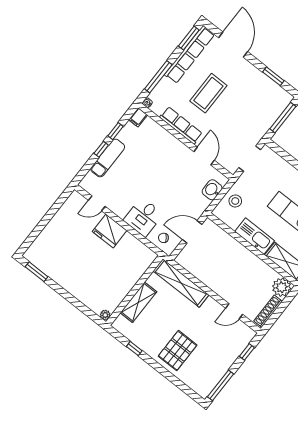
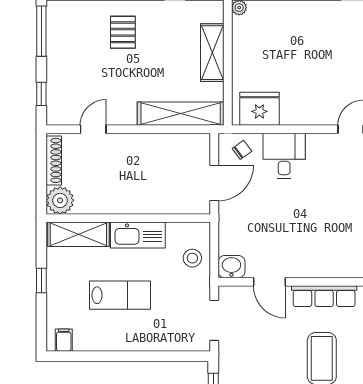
washbasin: (212, 190) -> (231, 267), moved, turned -90
fridge: (110, 231) -> (259, 109), moved
pallet: (178, 351) -> (123, 32), width x0.67, depth x0.71

